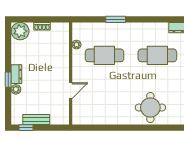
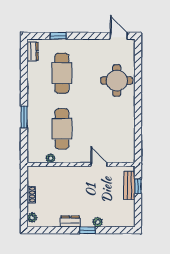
plant: (20, 31) -> (32, 218), width x0.53, depth x0.53
dresser: (16, 74) -> (70, 222), moved
bench: (36, 120) -> (129, 185), moved
window: (26, 128) -> (138, 186), moved

